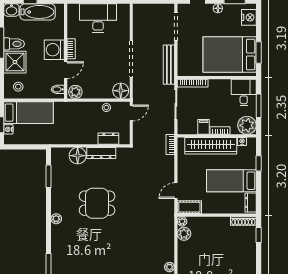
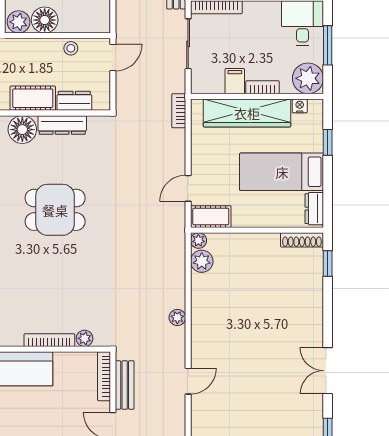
floor lamp: (121, 91) -> (45, 20), moved
cot: (84, 137) -> (33, 98), added

